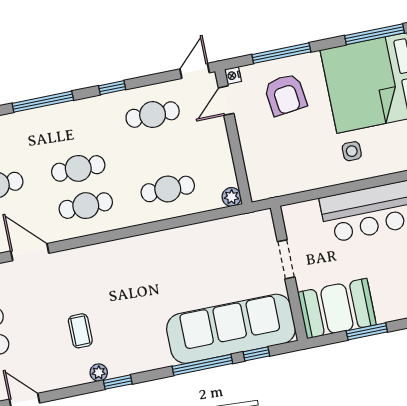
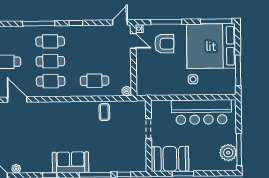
armchair: (285, 95) -> (164, 44), turned -82
door: (226, 101) -> (133, 41), swing flipped
cafe table: (153, 115) -> (50, 41), moved
sofa: (231, 329) -> (71, 162), moved, width x0.54, depth x0.79
coffee table: (80, 331) -> (104, 112), moved
plant: (99, 372) -> (16, 169), moved

